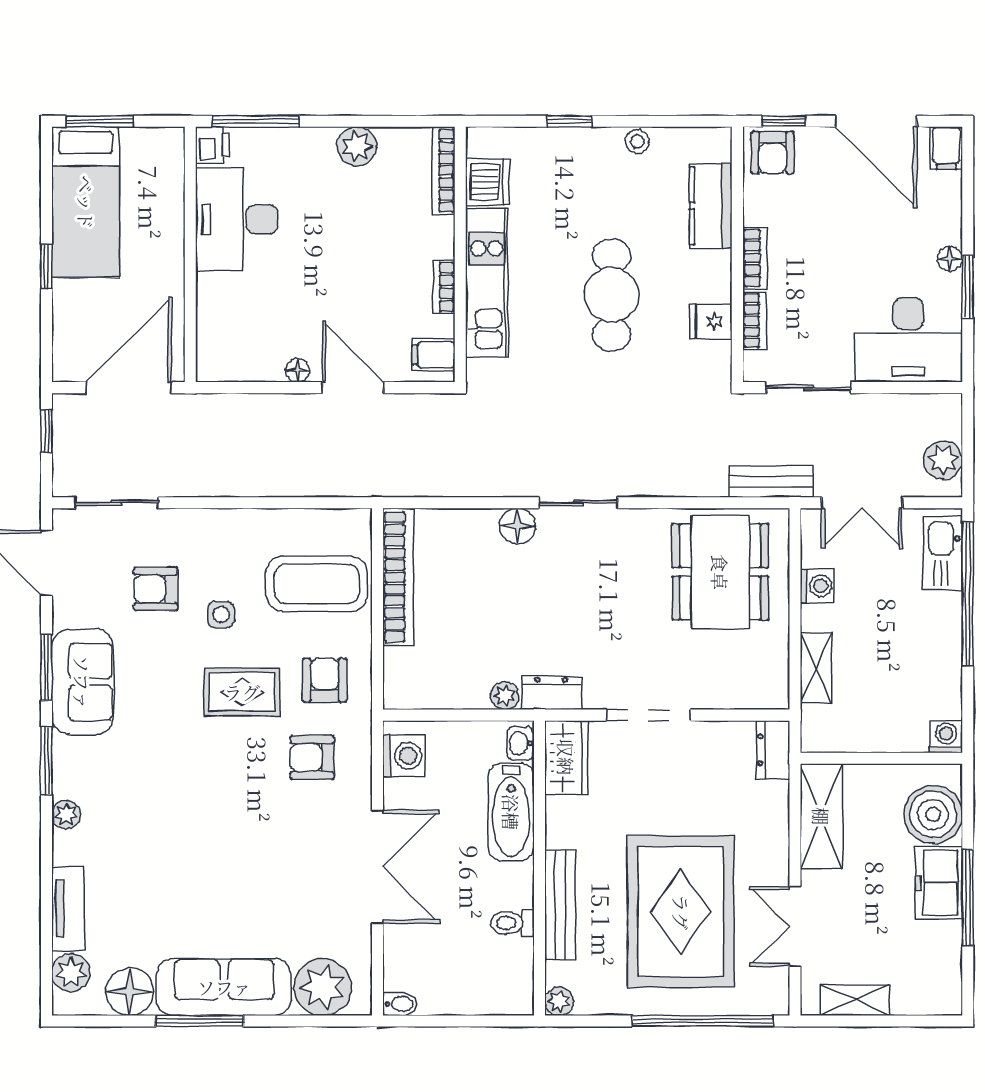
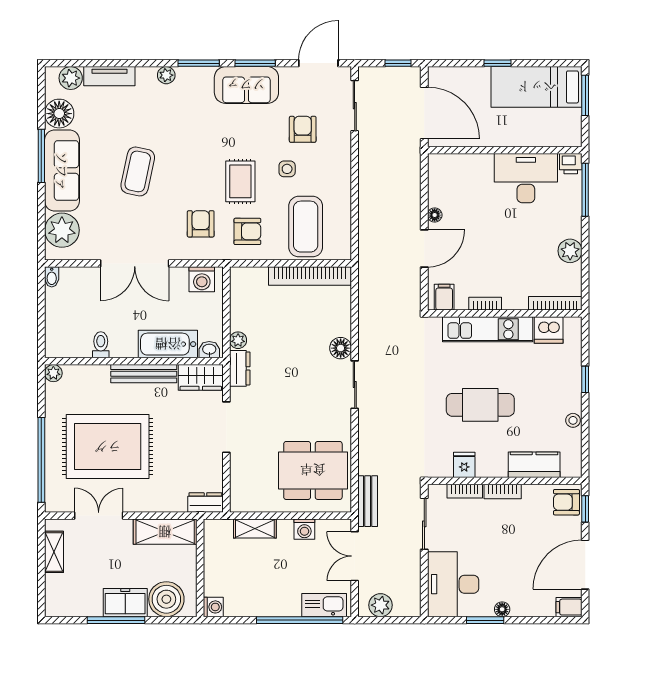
coffee table: (225, 862) -> (138, 171), added
bench: (560, 905) -> (144, 374), moved

